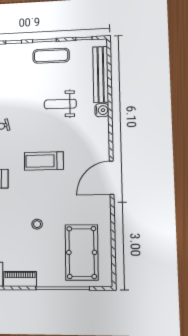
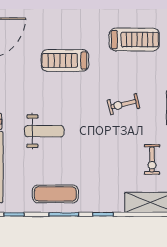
treadmill: (44, 161) -> (65, 60), turned 180

